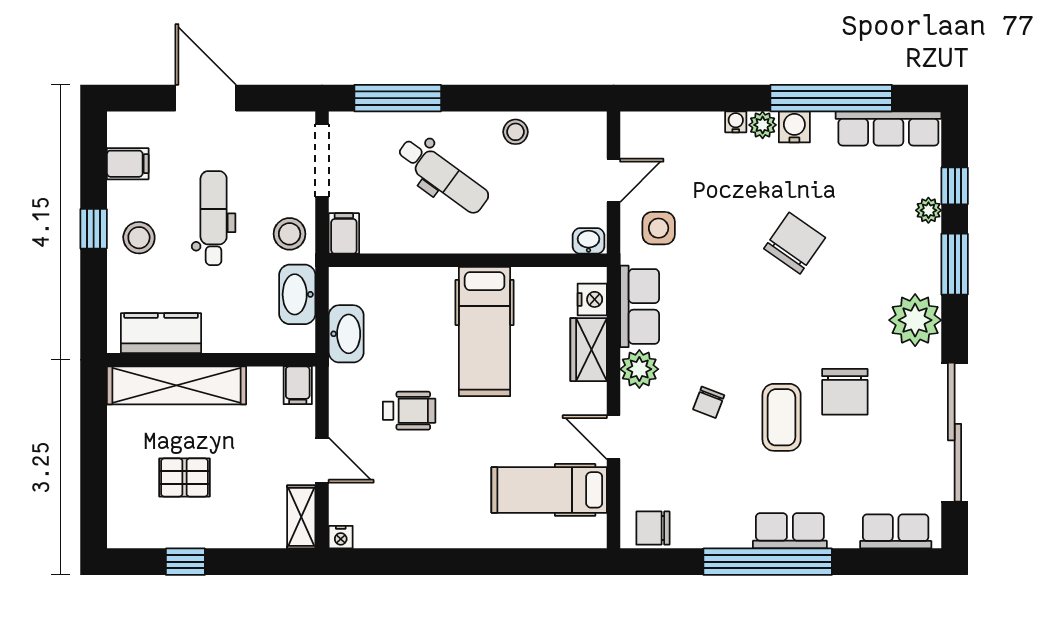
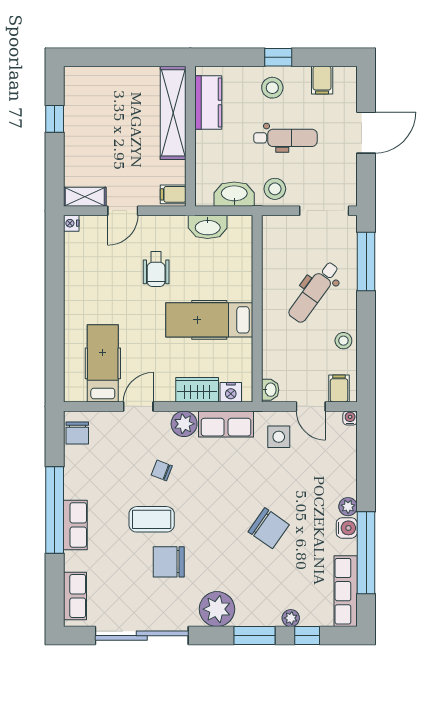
water cooler: (736, 122) -> (350, 418), moved, turned -90
filing cabinet: (344, 233) -> (339, 388), moved, turned -90
pallet: (184, 477) -> (111, 118), removed
chair: (653, 528) -> (77, 433), turned 180

